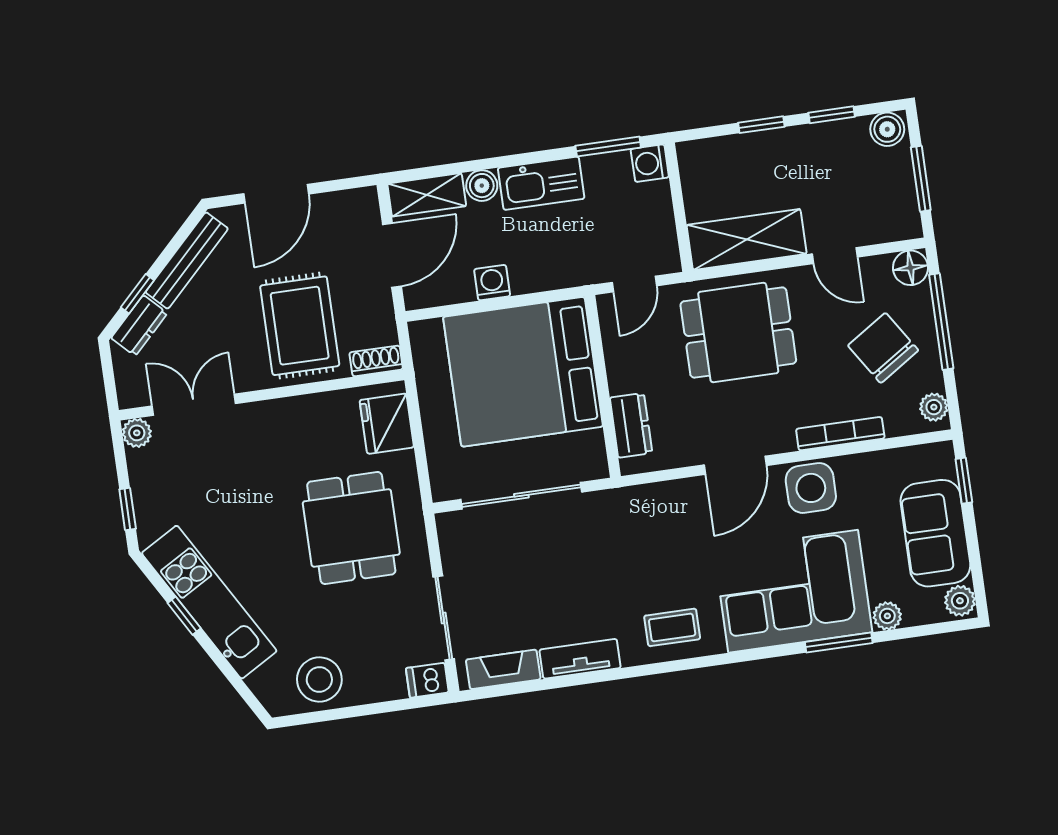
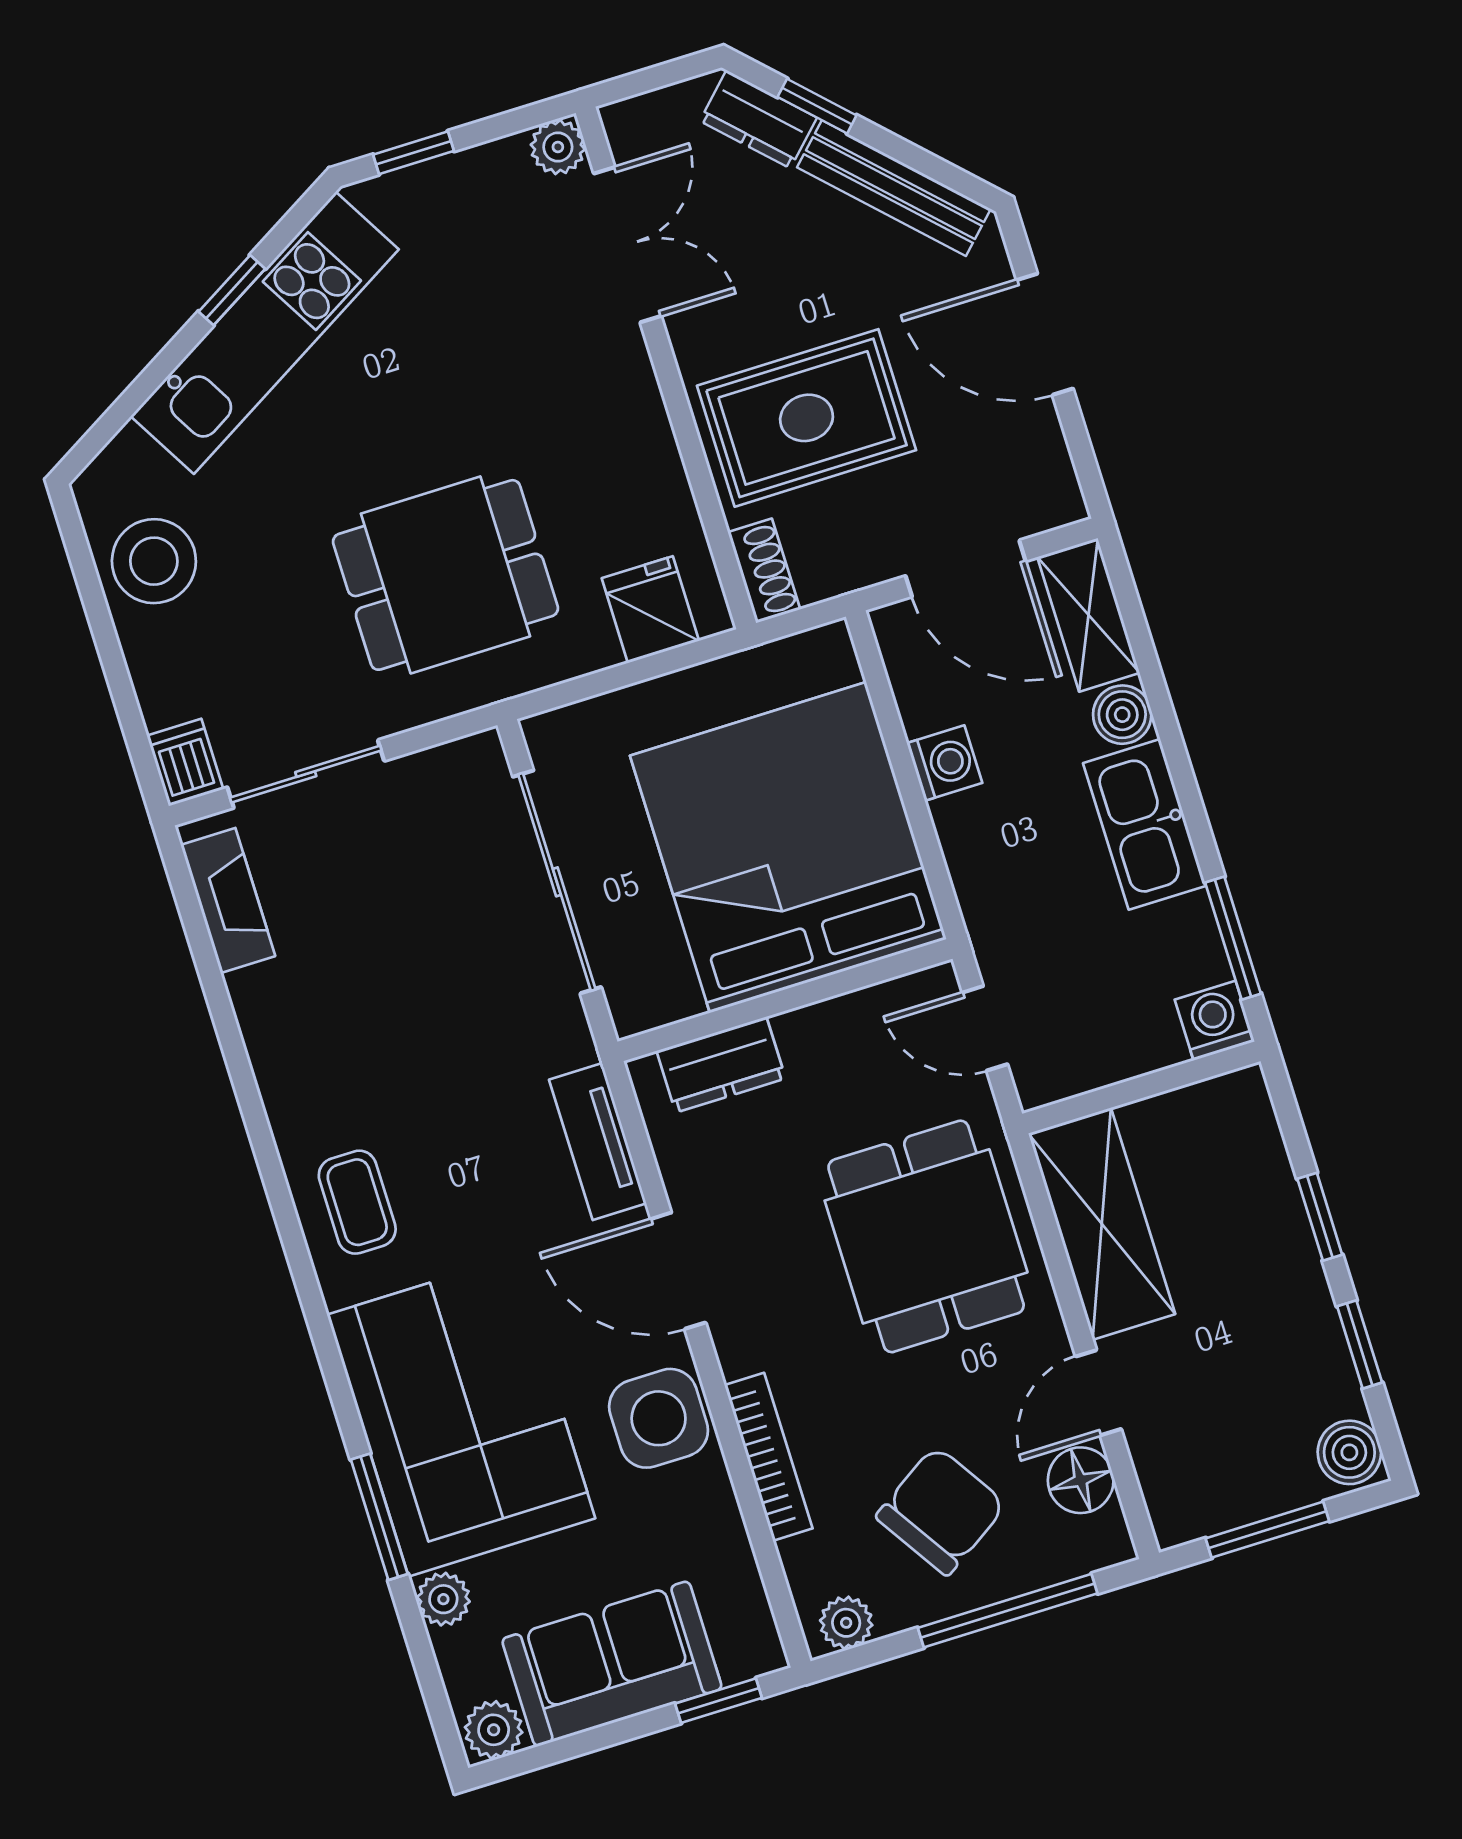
floor lamp: (910, 268) -> (1081, 1480), moved
fridge: (387, 424) -> (650, 610), width x0.72
tv unit: (580, 659) -> (598, 1142), moved, turned 180

